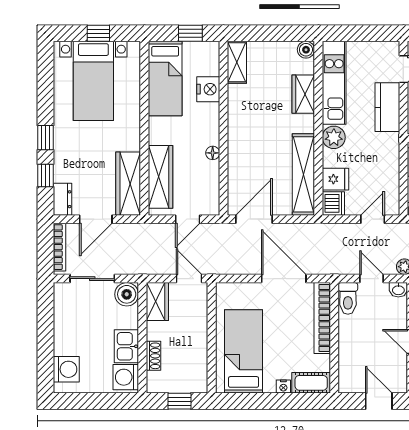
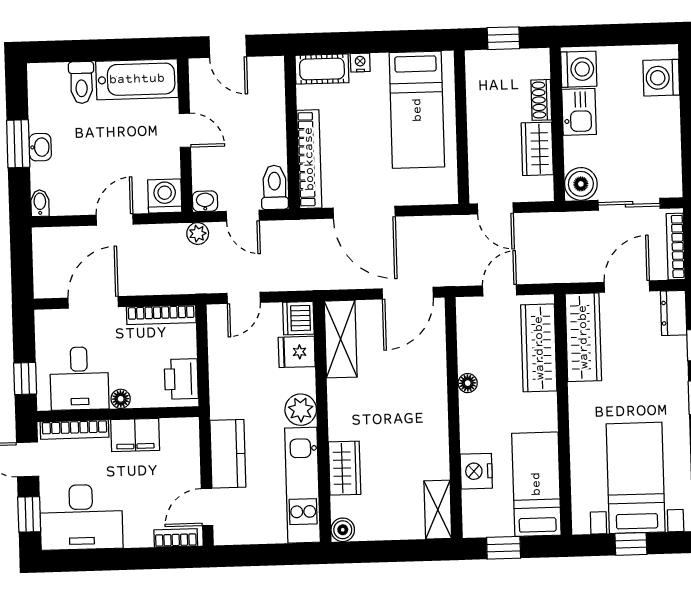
shelving: (303, 174) -> (341, 339), width x0.68
wardrobe: (157, 302) -> (537, 149), moved

